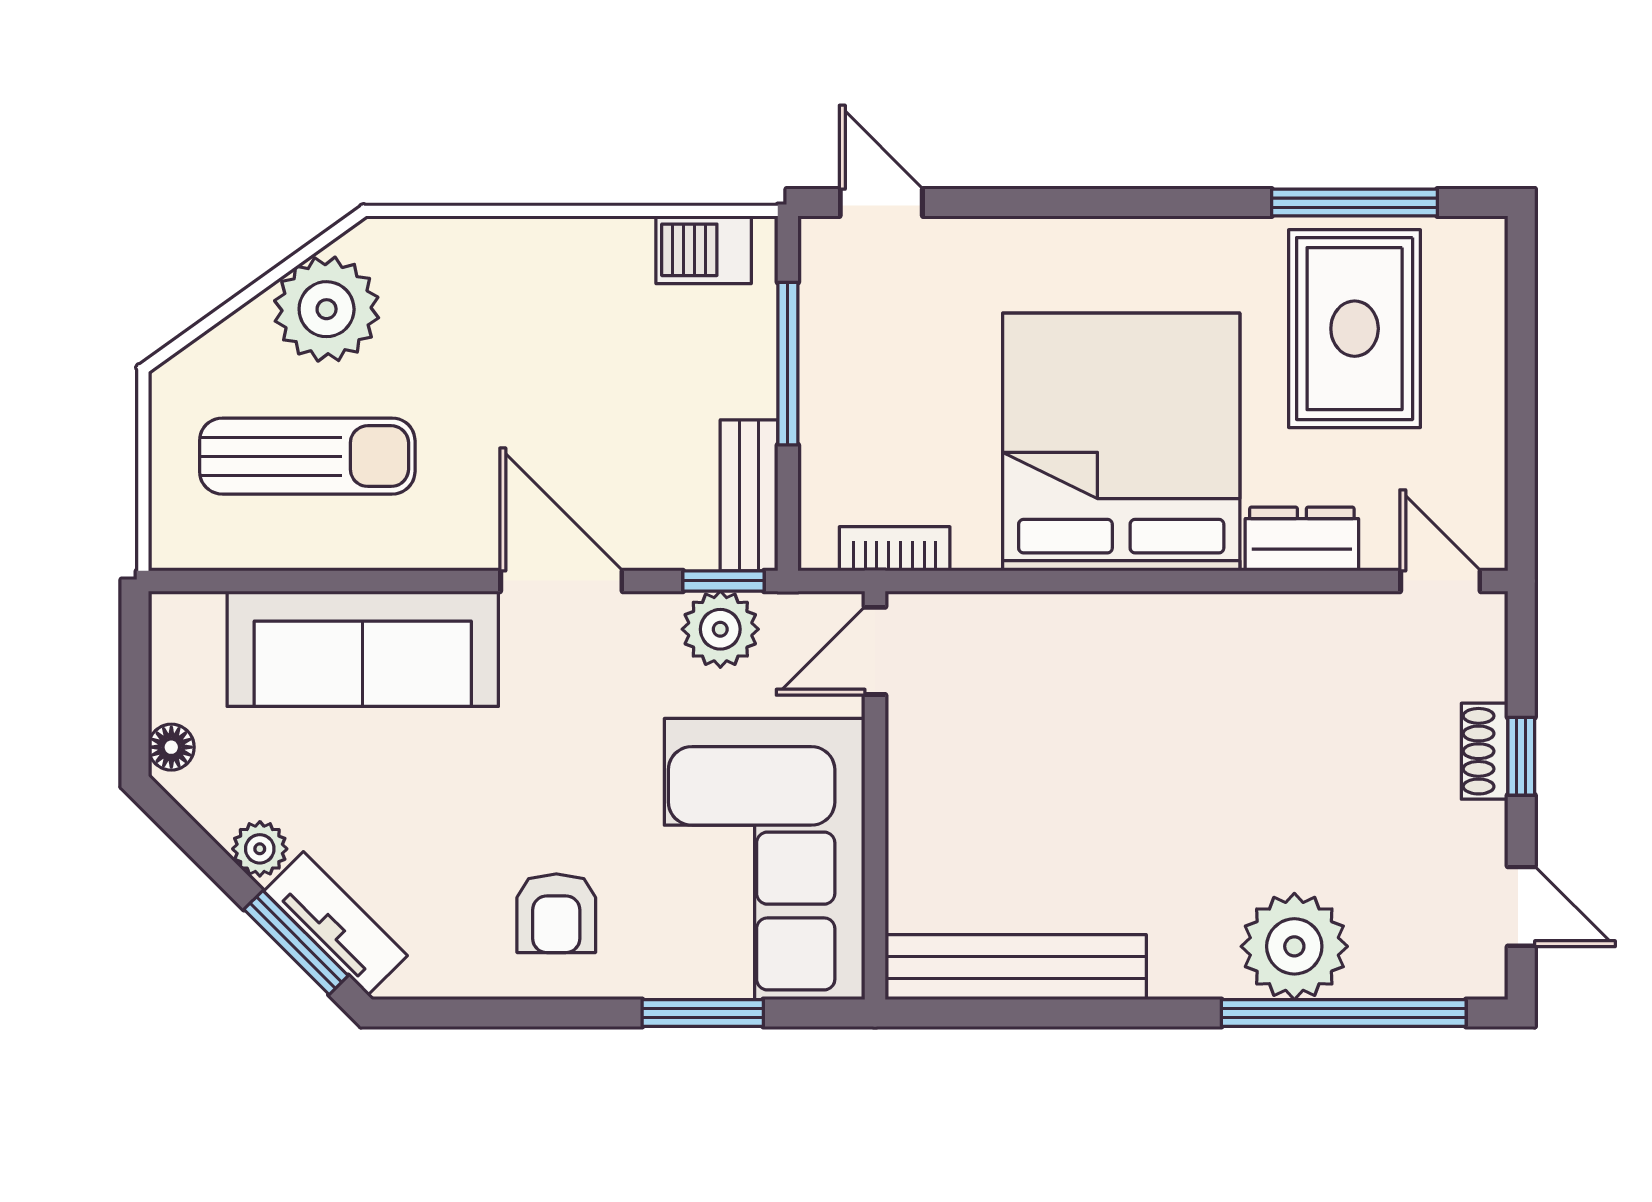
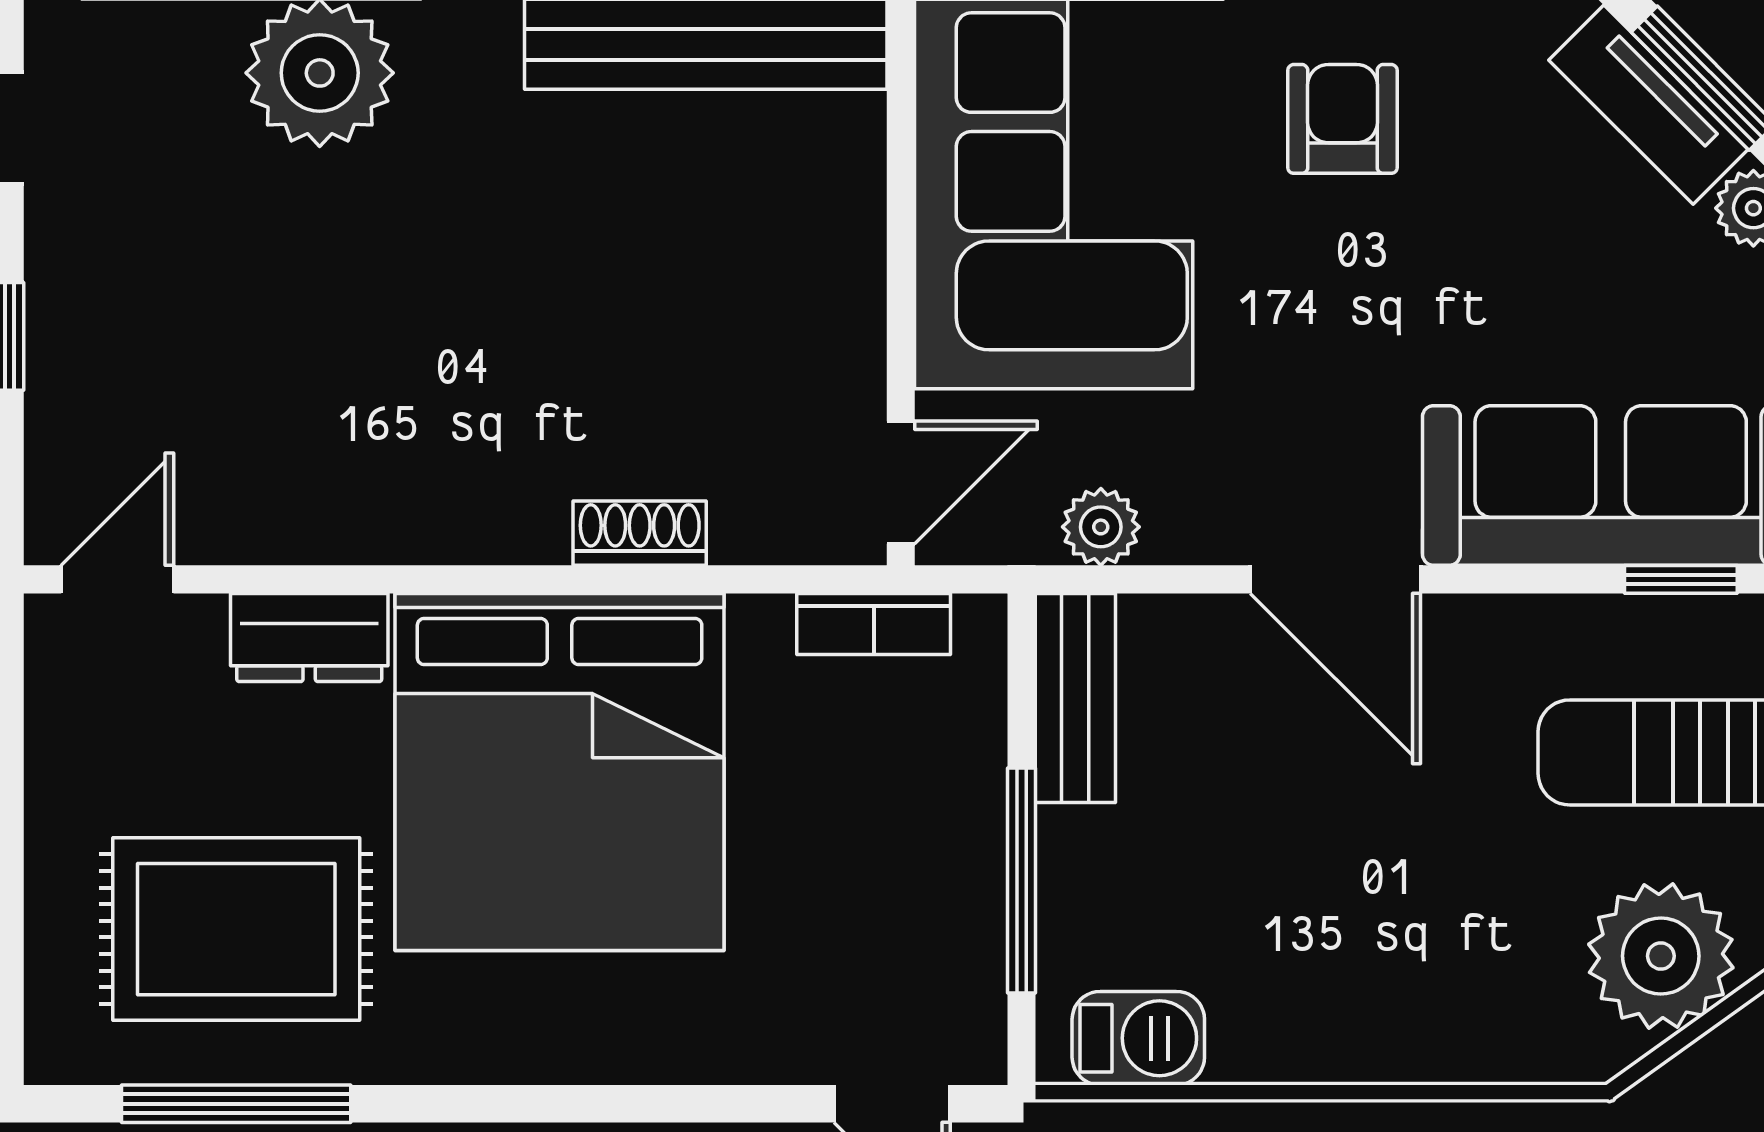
rug: (1355, 329) -> (236, 929), turned 90
window: (724, 581) -> (1681, 579), moved
door: (1440, 581) -> (117, 579), swing flipped
plant: (720, 629) -> (1101, 527), width x0.73, depth x0.73
shoe rack: (1485, 751) -> (640, 533), moved, turned -90

